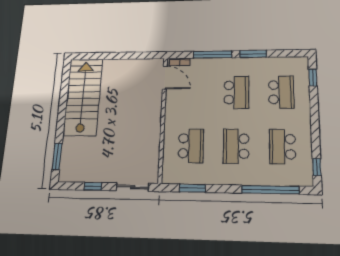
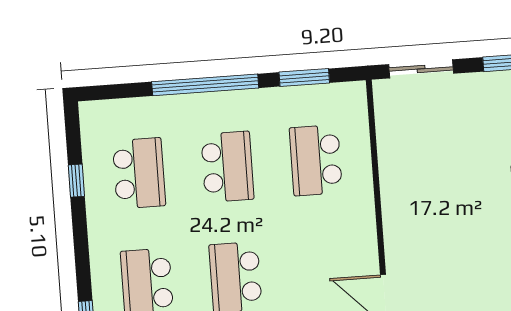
window: (317, 167) -> (76, 181), moved
window: (270, 190) -> (205, 85), moved

